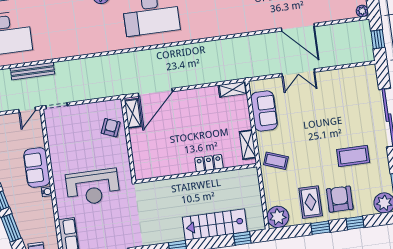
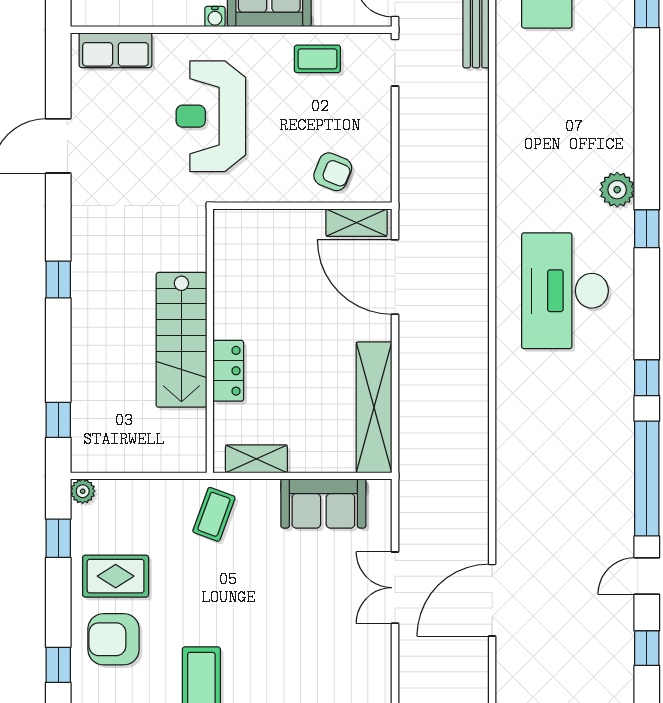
shelving: (233, 89) -> (374, 407), width x2.20, depth x1.33
coffee table: (60, 142) -> (317, 59), added
armchair: (340, 199) -> (114, 639), turned 180
plant: (278, 217) -> (83, 491), width x0.53, depth x0.53
stairs: (215, 225) -> (181, 340), moved, turned 180
window: (320, 228) -> (58, 538), moved

